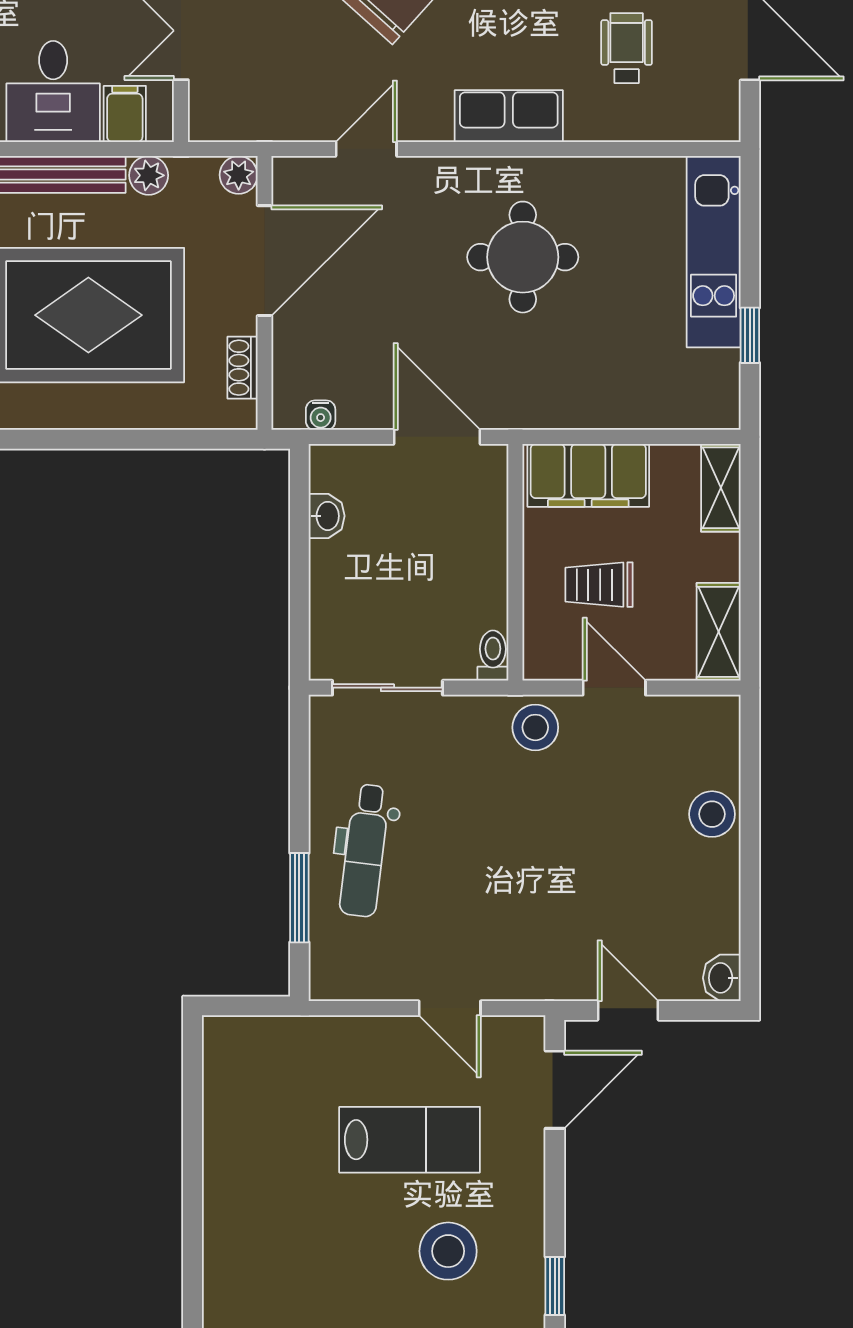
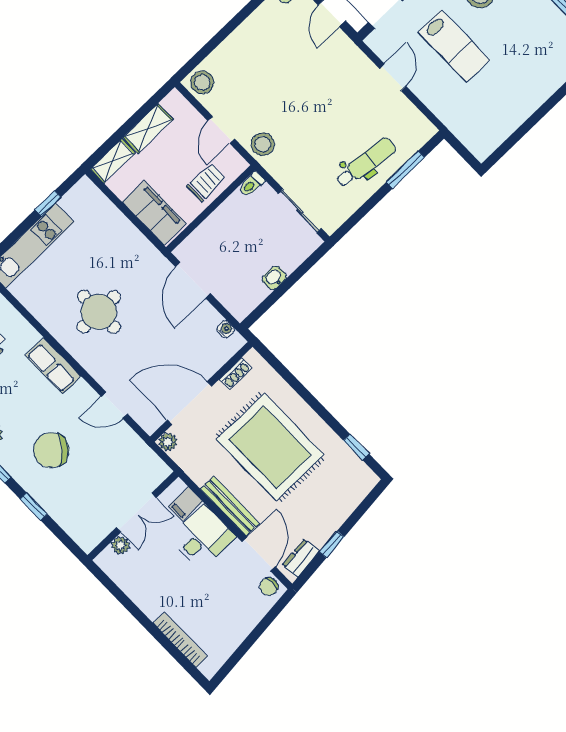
plant: (149, 175) -> (199, 474), removed
washbasin: (327, 516) -> (274, 278), moved
trolley: (599, 585) -> (206, 182), moved, turned -90
shelving: (719, 632) -> (148, 128), moved
stool: (712, 814) -> (202, 82), moved
lab bench: (410, 1140) -> (454, 46), turned 180

